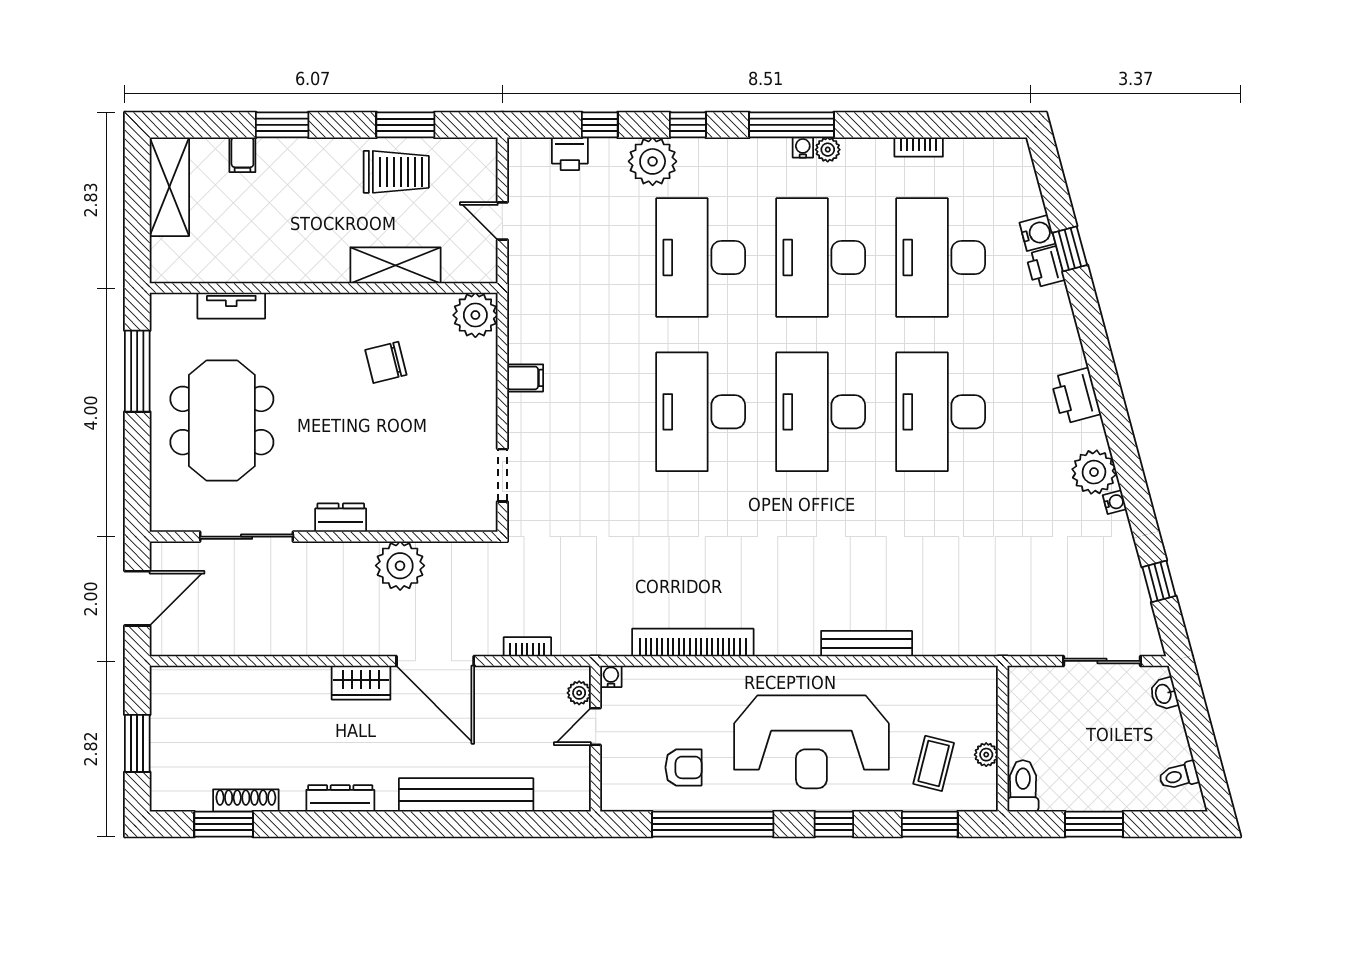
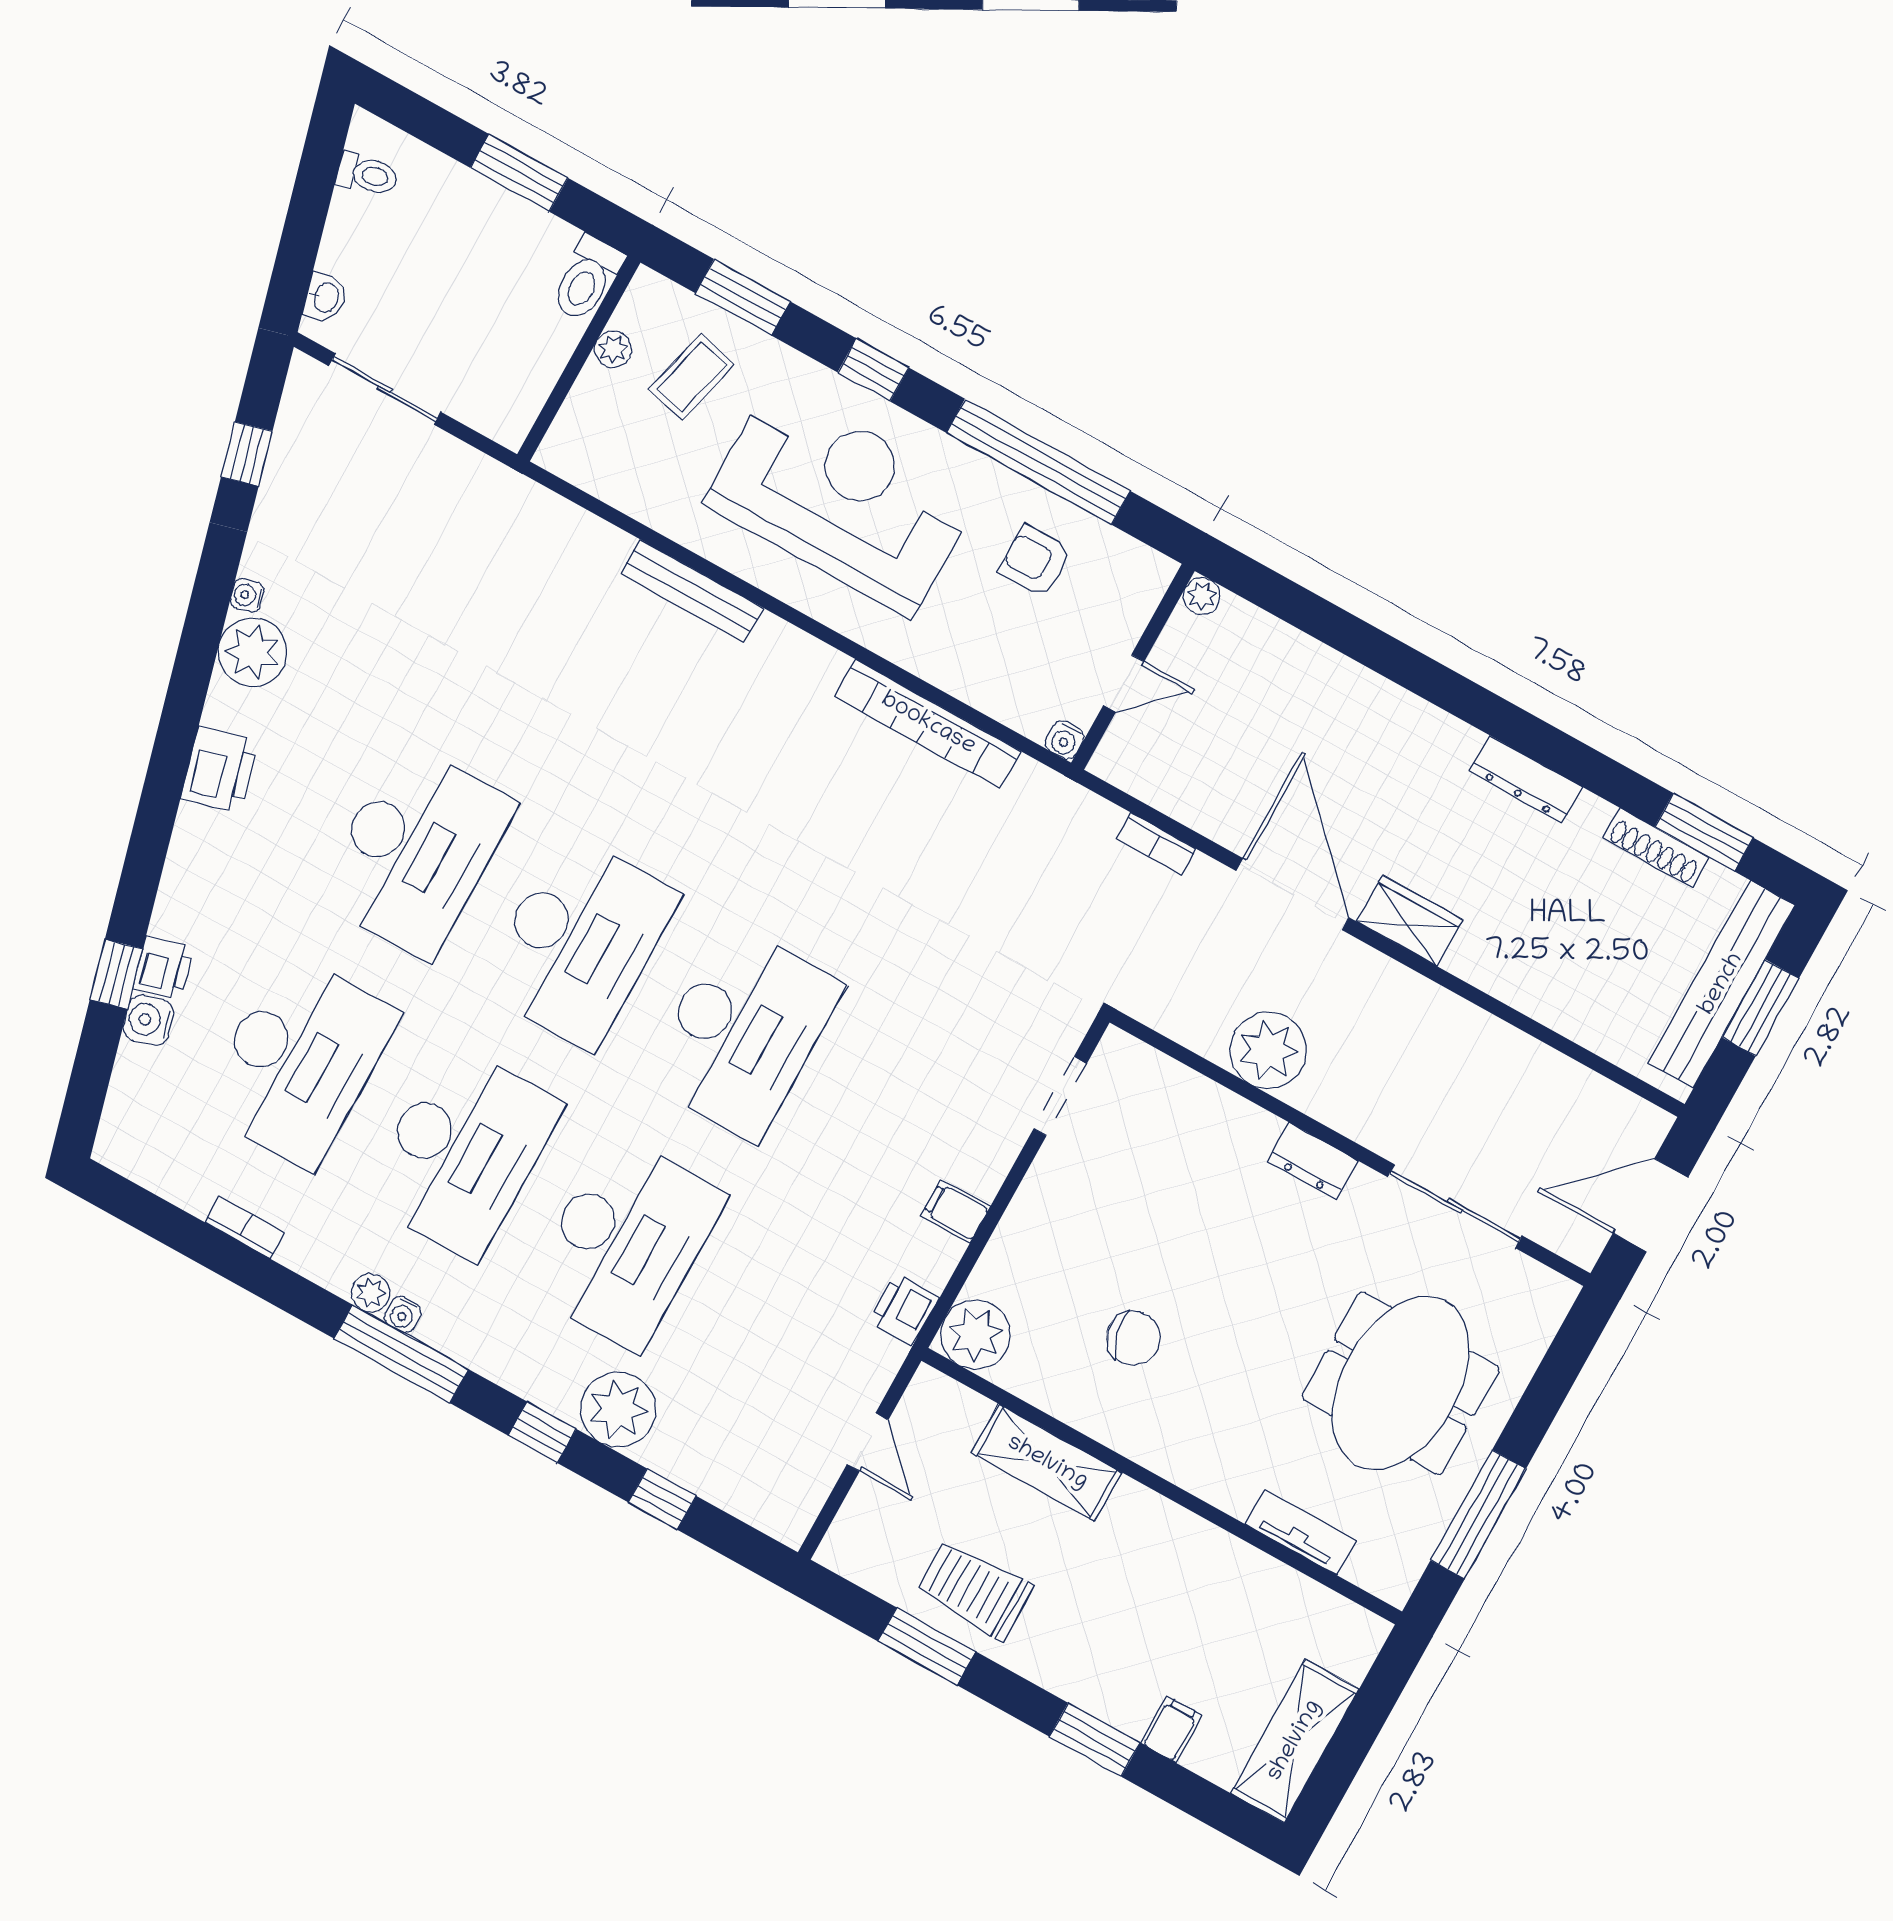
printer: (570, 154) -> (904, 1310), moved, turned -90
plant: (579, 693) -> (1202, 596), moved
bench: (466, 795) -> (1722, 984), moved, turned 90

